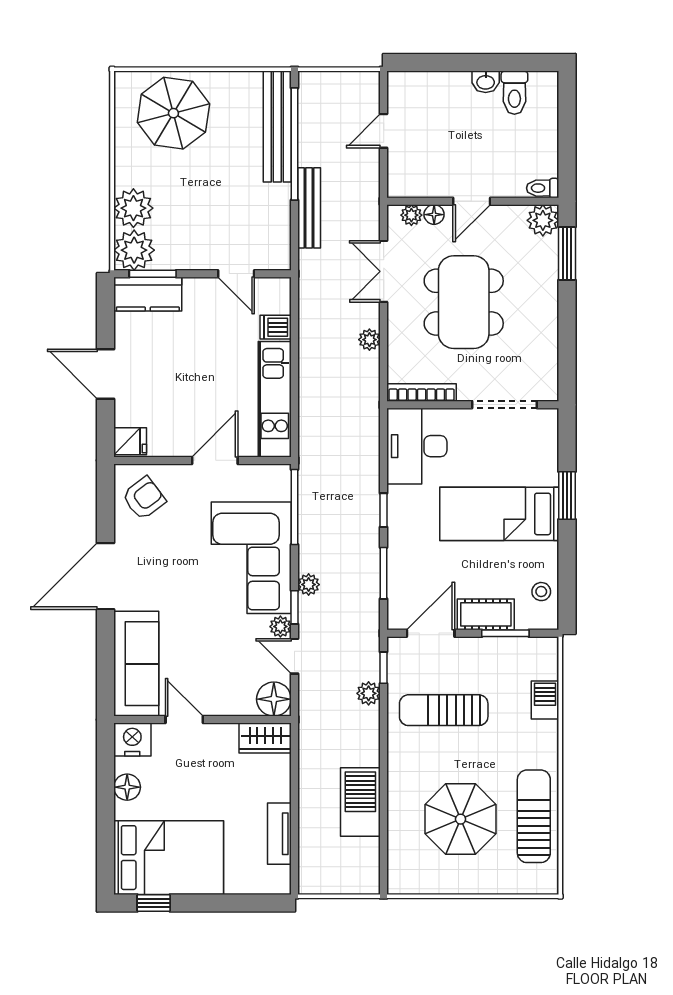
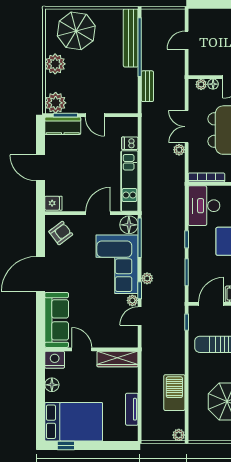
plant: (133, 208) -> (55, 64), moved
bench: (309, 208) -> (147, 86), width x0.73
double door: (384, 271) -> (187, 127), moved
door: (236, 274) -> (95, 115), moved
door: (294, 656) -> (140, 316), hinge flipped
plant: (369, 693) -> (179, 435), moved
floor lamp: (274, 699) -> (129, 225), moved
wardrobe: (265, 738) -> (118, 359), width x1.50

